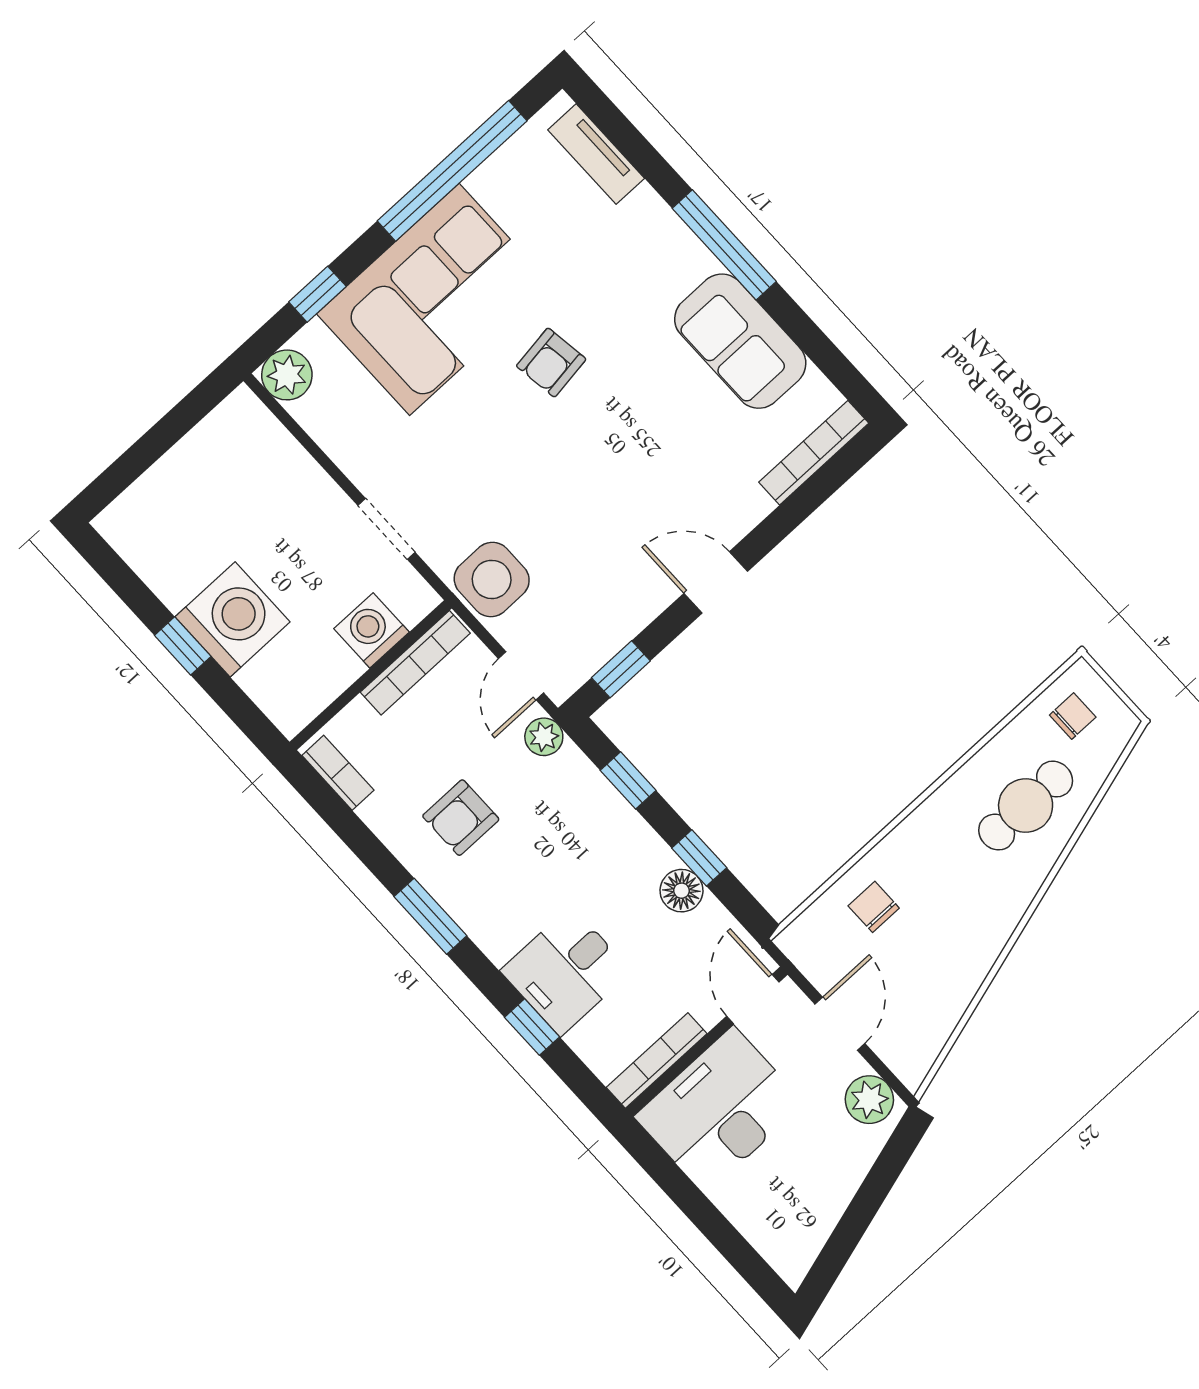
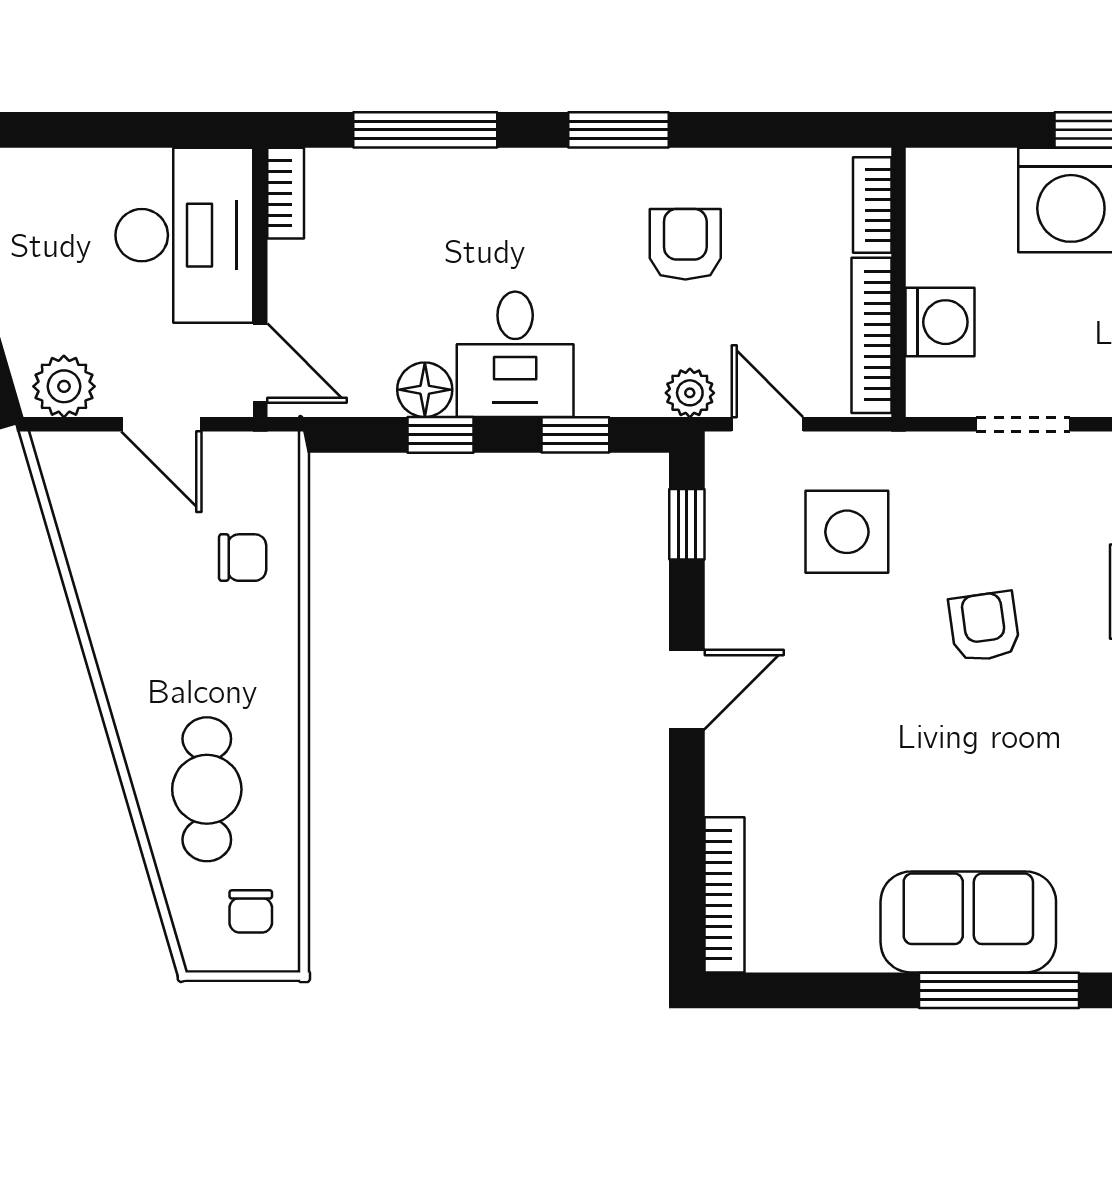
sofa: (740, 341) -> (968, 922), moved
armchair: (551, 363) -> (984, 627), moved
side table: (492, 579) -> (847, 532), moved
bookcase: (338, 773) -> (872, 205), moved, turned 90
desk: (566, 971) -> (515, 354), moved, turned 180
window: (532, 1027) -> (425, 130), width x2.17
bookcase: (657, 1061) -> (286, 193), width x0.64

